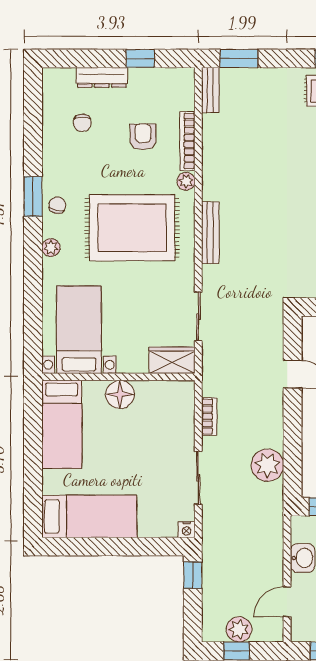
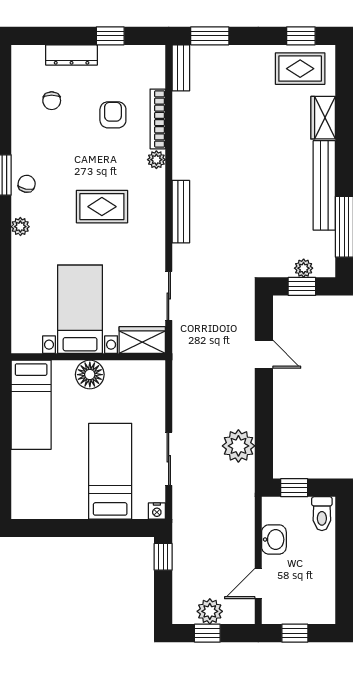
rug: (132, 228) -> (102, 207), width x0.54, depth x0.49
bed with nightstands: (79, 330) -> (80, 309), moved
bookcase: (209, 416) -> (180, 397), removed
bed: (89, 516) -> (110, 471), moved, turned -90

